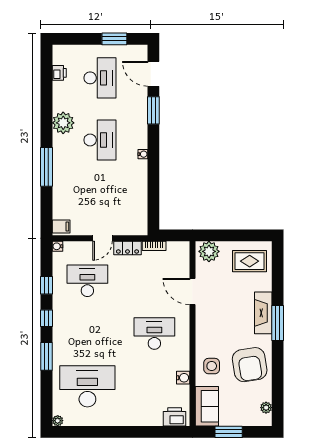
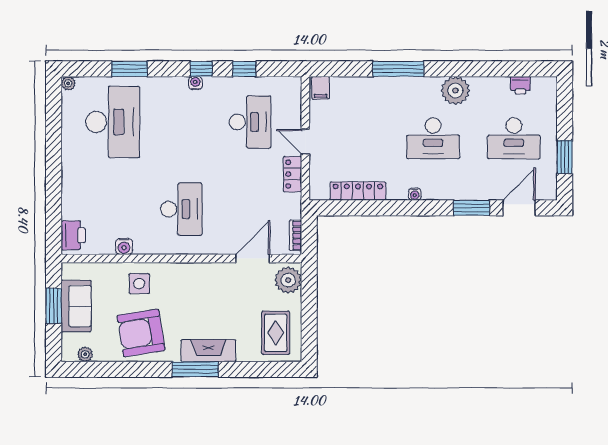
locker: (141, 198) -> (358, 191), added
water cooler: (57, 246) -> (195, 83), moved
bookcase: (154, 246) -> (295, 235), moved
door: (192, 291) -> (253, 259), moved
window: (46, 356) -> (130, 69), moved
sofa: (207, 406) -> (76, 306), moved, turned -90

